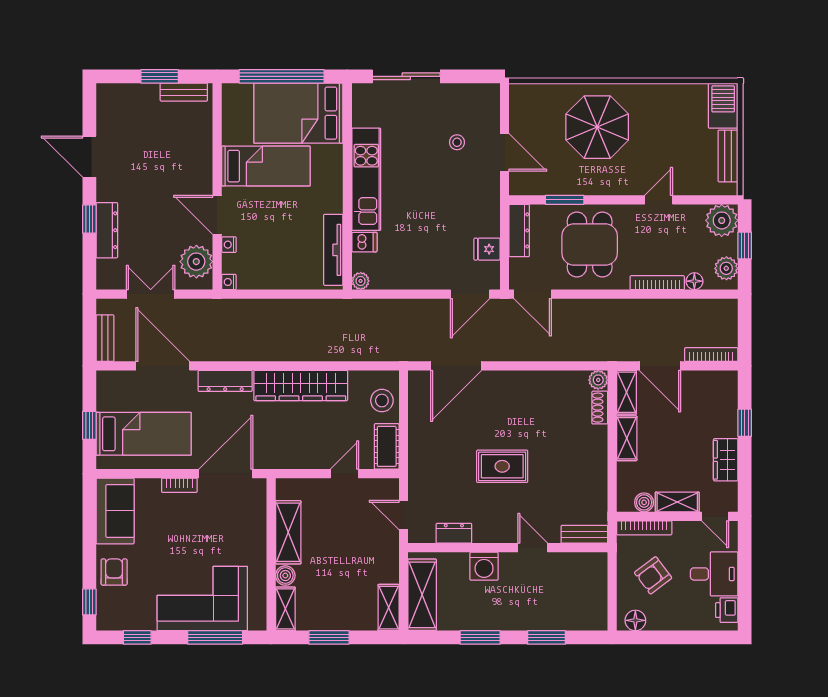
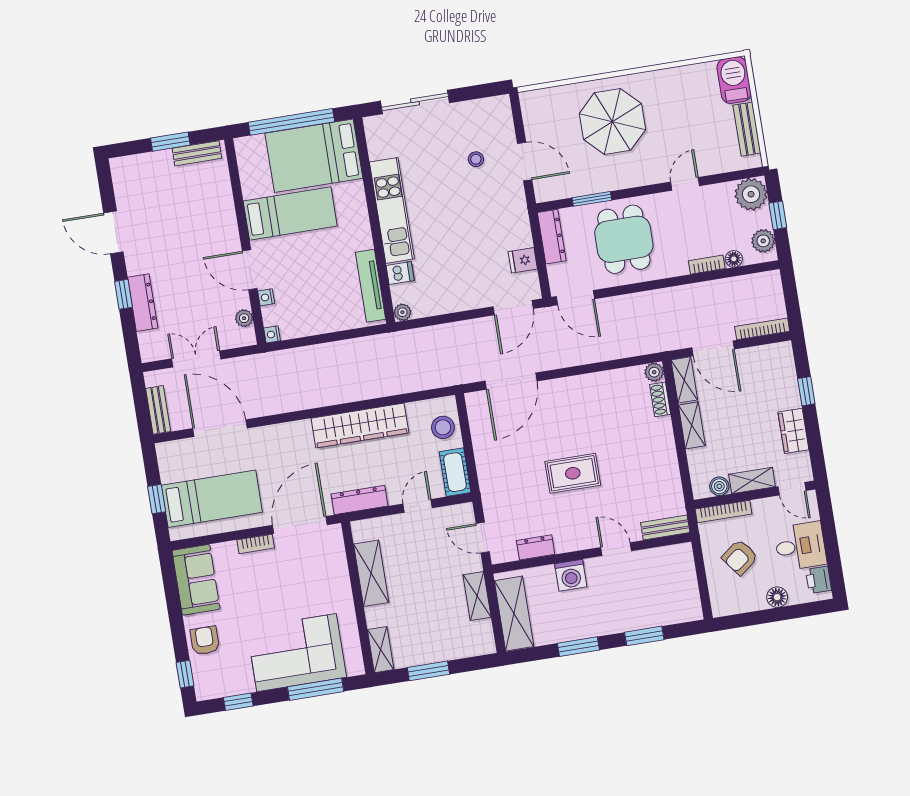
plant: (196, 262) -> (244, 318), width x0.53, depth x0.53
bookcase: (657, 283) -> (707, 265), width x0.64
dresser: (225, 381) -> (360, 500), moved, turned 180
boiler: (285, 576) -> (375, 616), removed
shelving: (389, 608) -> (477, 596), moved
floor lamp: (635, 620) -> (777, 597), moved

